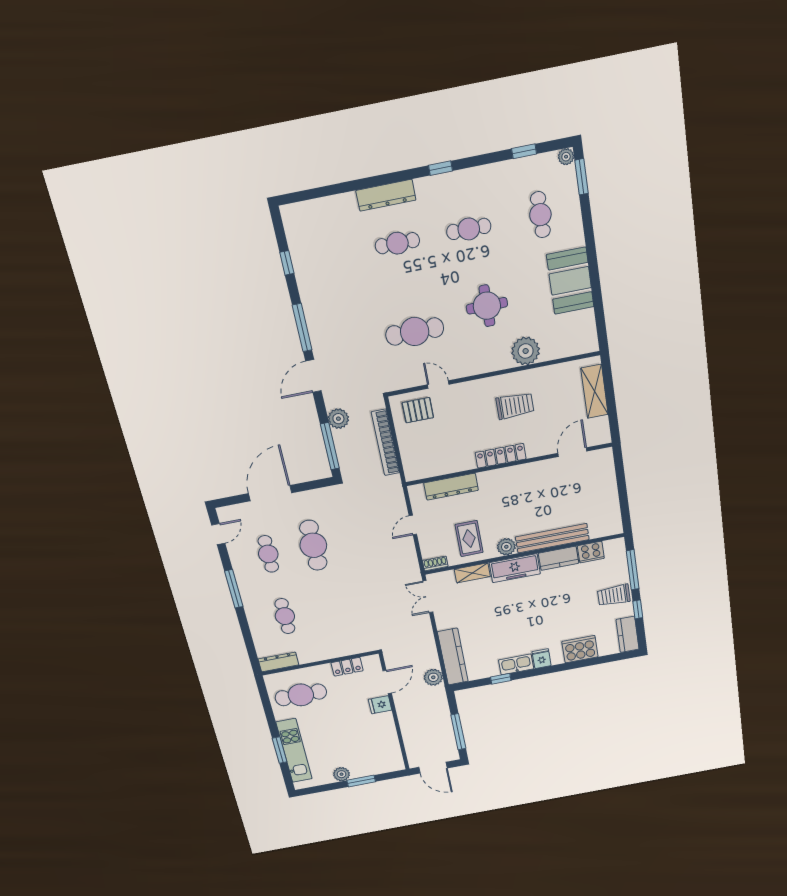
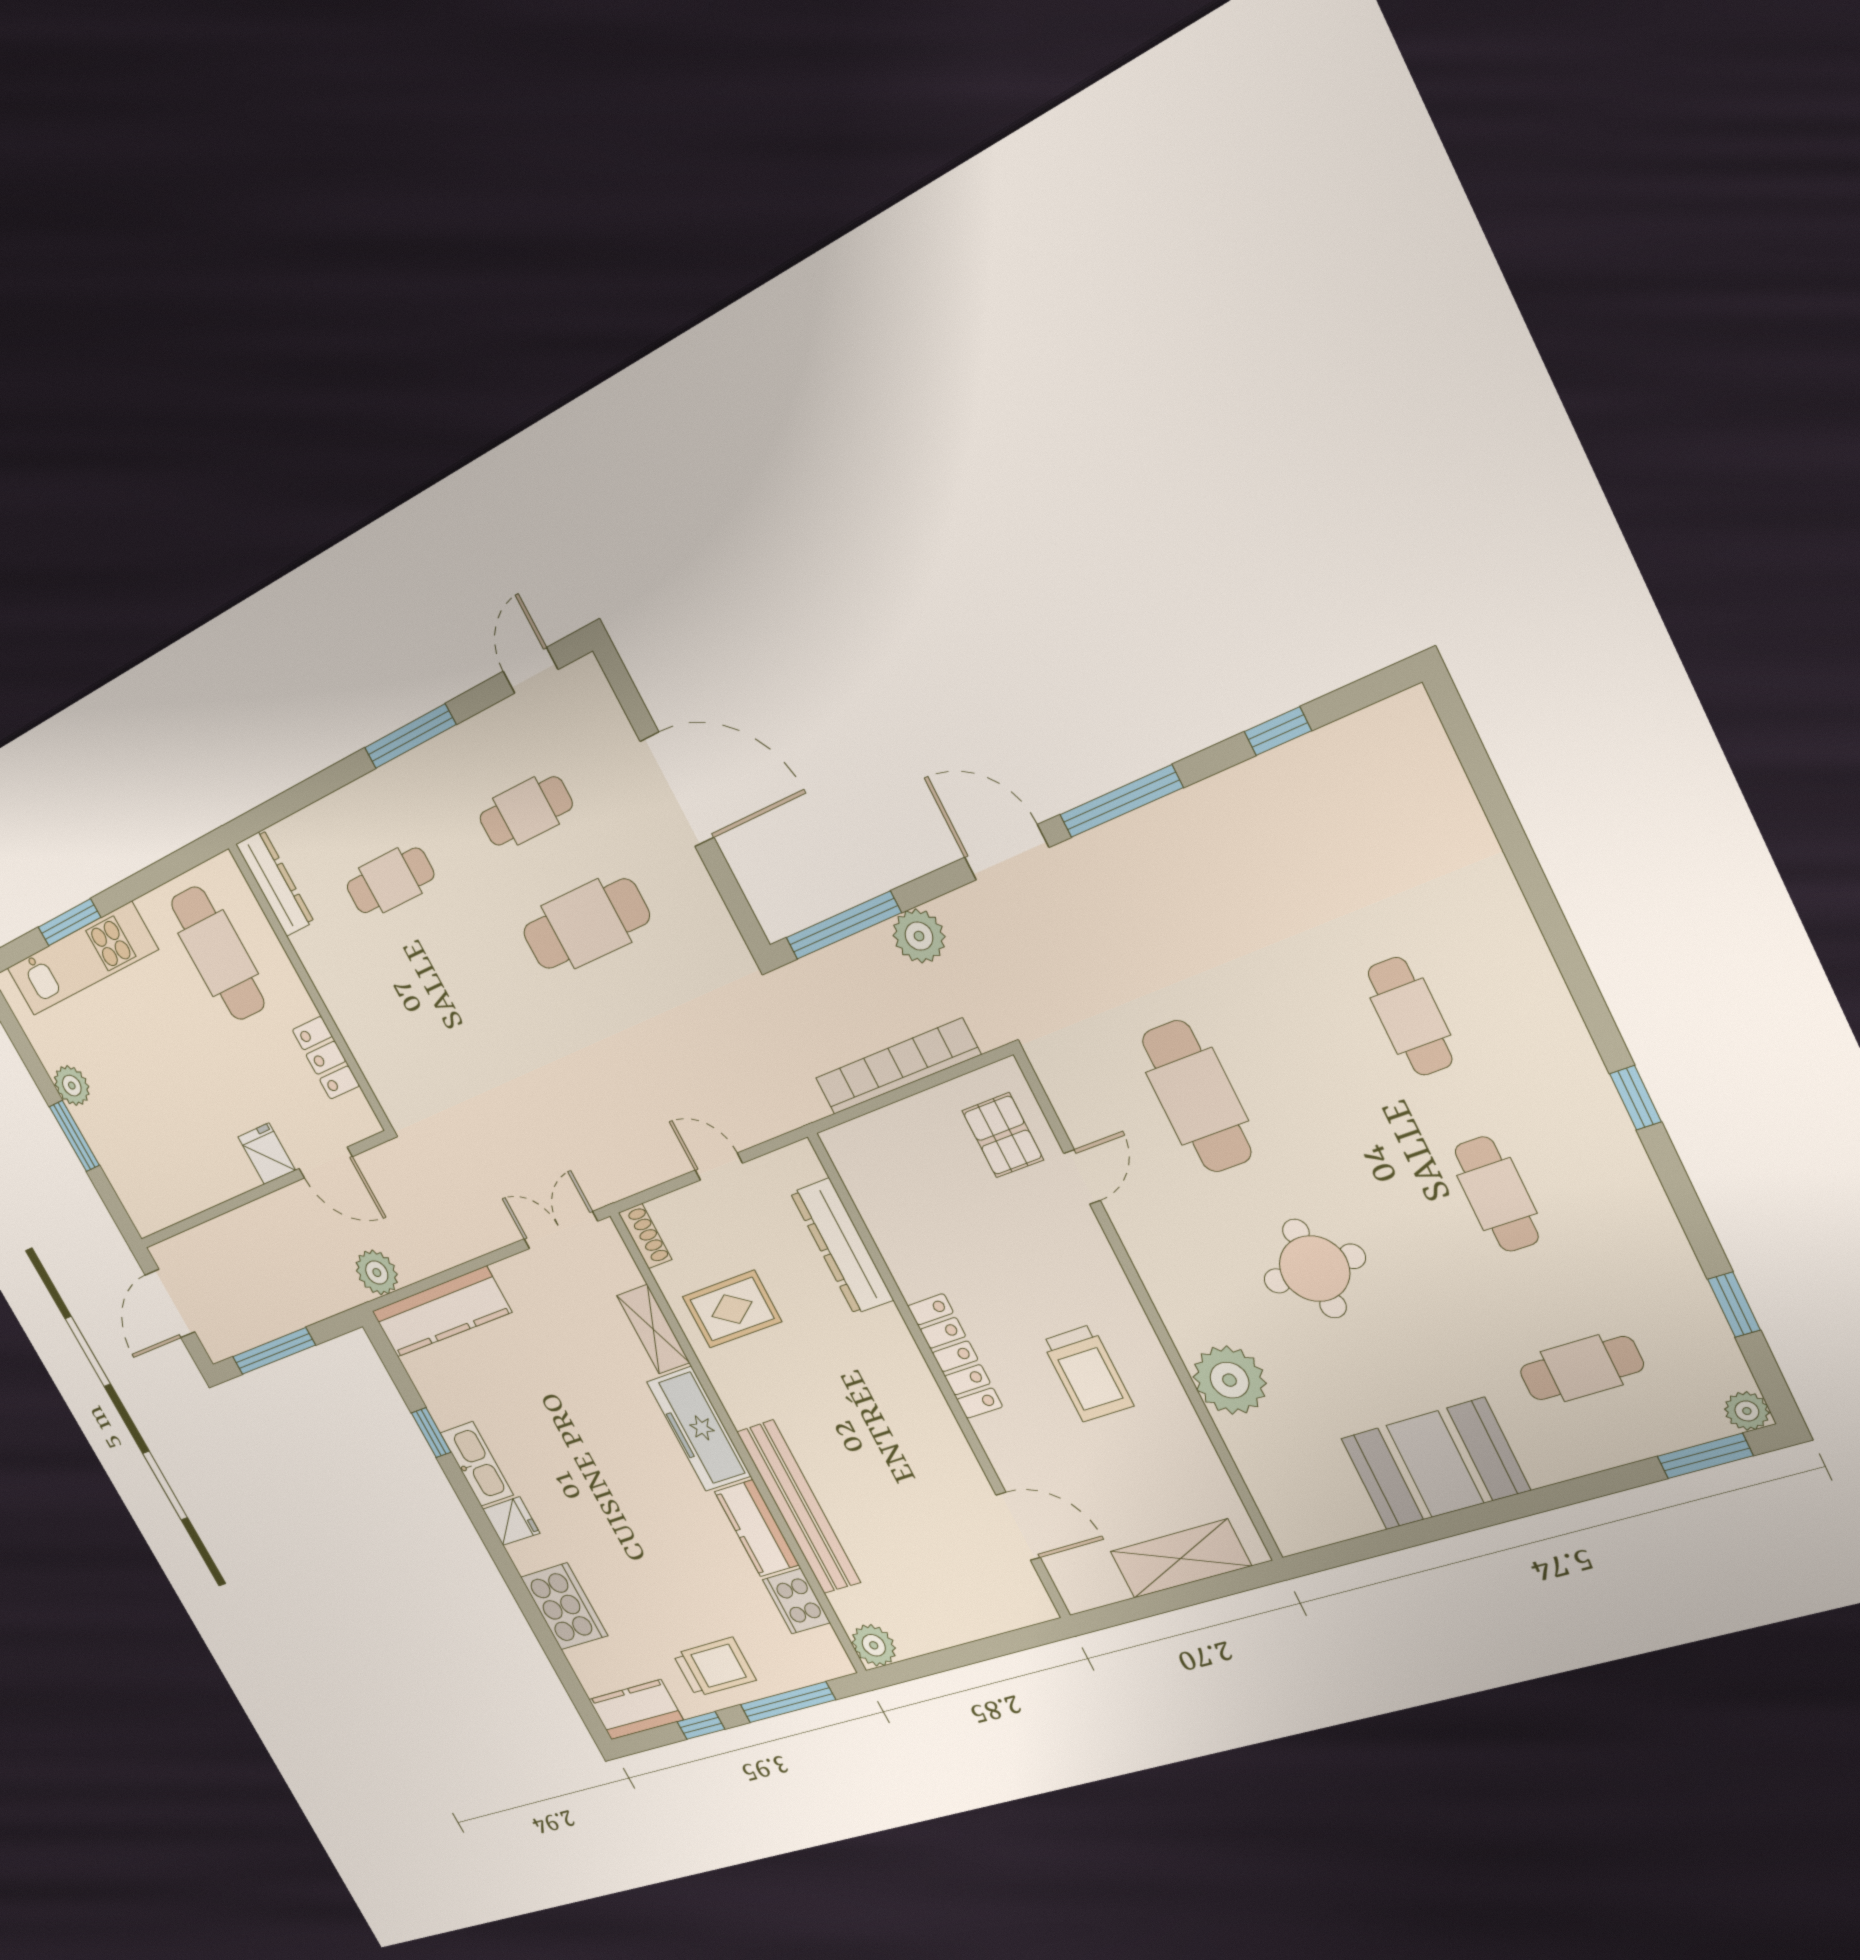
dresser: (386, 195) -> (1527, 966), removed
door: (218, 534) -> (531, 670), swing flipped
plant: (506, 547) -> (874, 1645), moved
trolley: (614, 595) -> (714, 1667), turned 90

